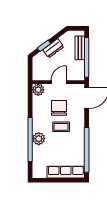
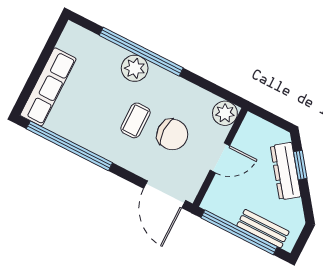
dresser: (53, 48) -> (286, 171), width x1.44
door: (59, 82) -> (220, 158), hinge flipped

